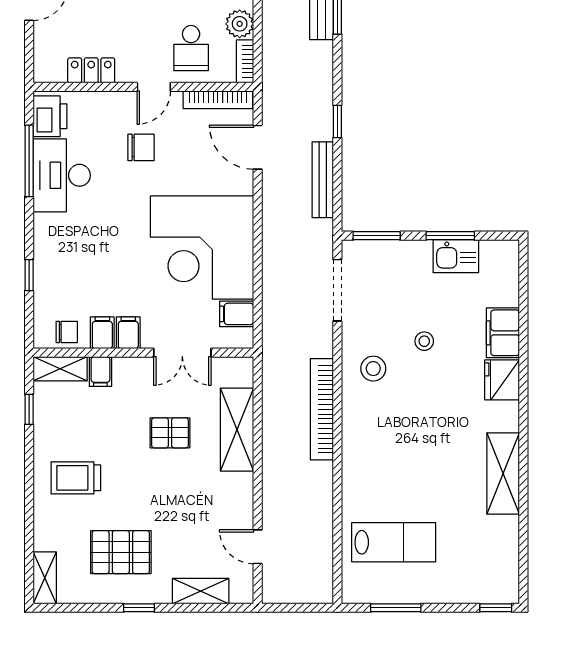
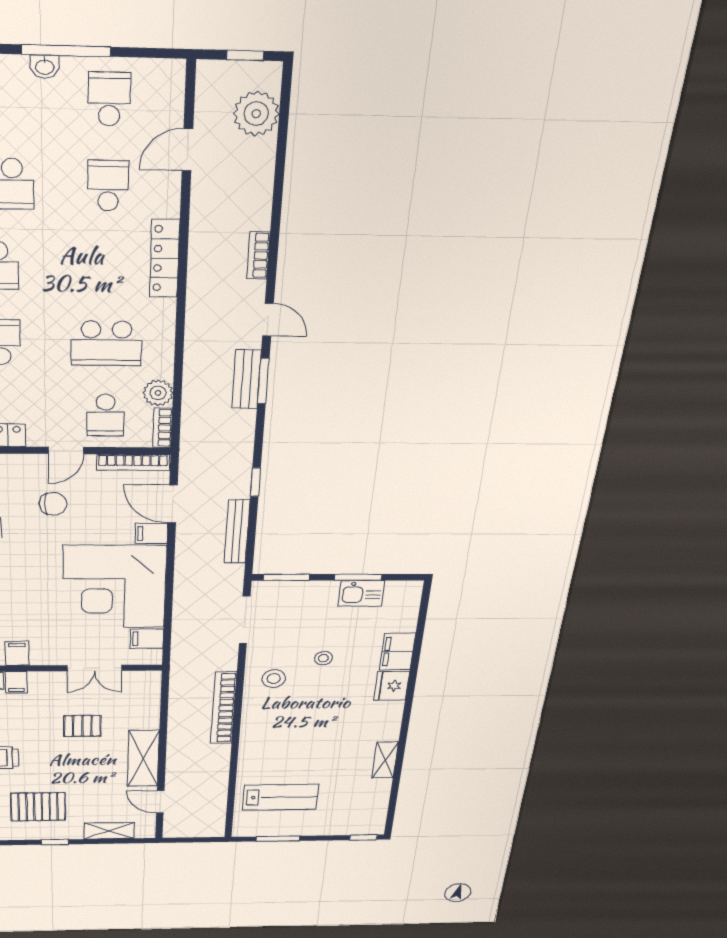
filing cabinet: (128, 333) -> (151, 533), moved, turned -90
shelving: (237, 430) -> (143, 758), moved
shelving: (503, 474) -> (385, 760), width x0.67, depth x0.75

